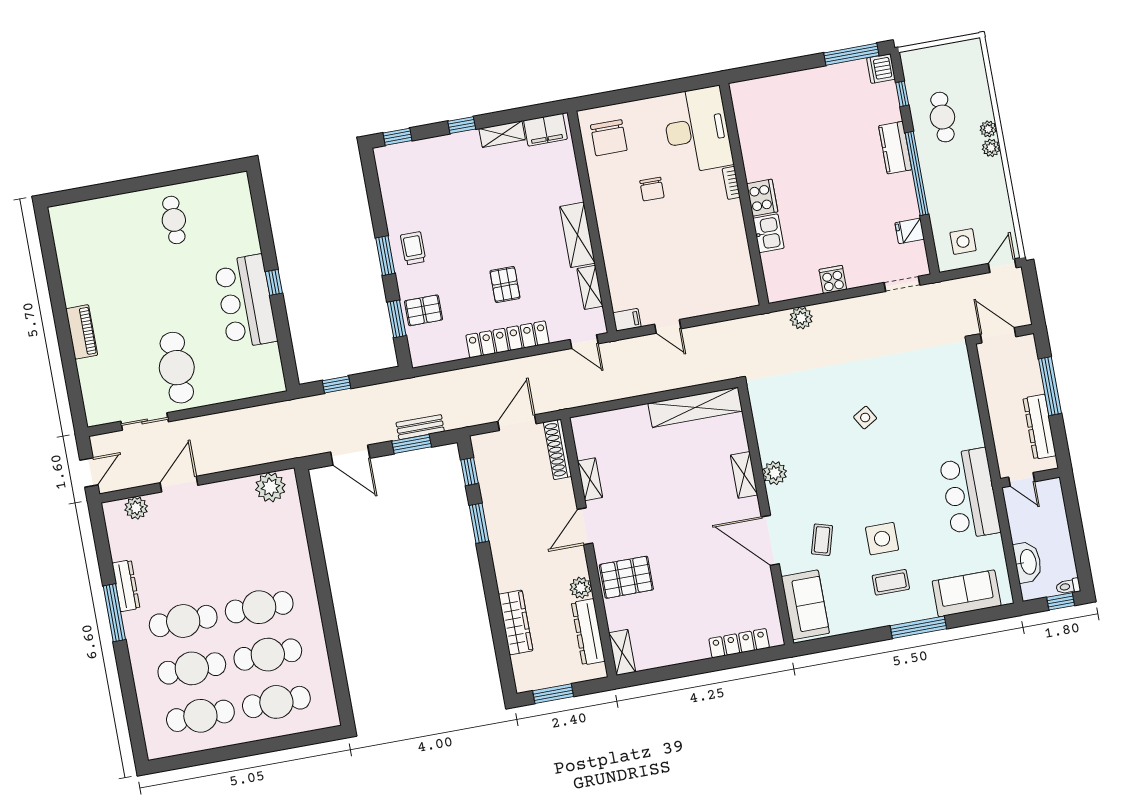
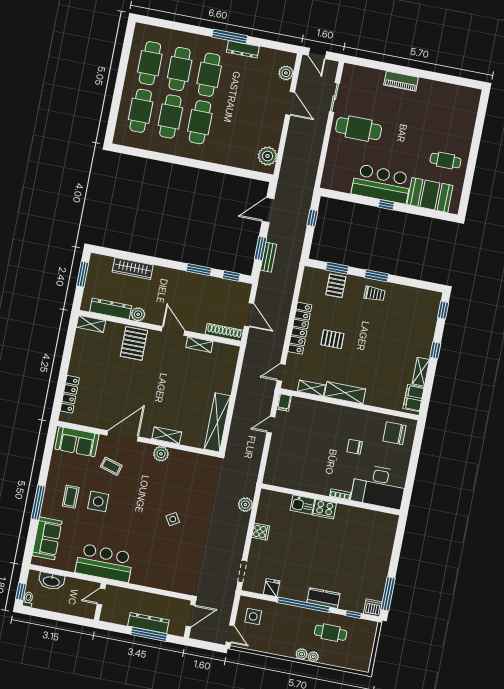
booth: (234, 223) -> (430, 195), added
dresser: (1040, 427) -> (148, 623), moved

